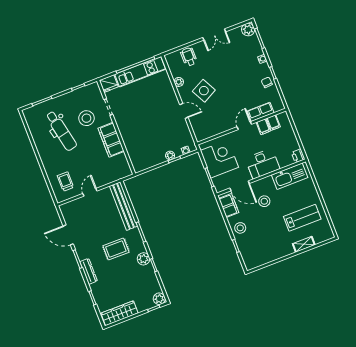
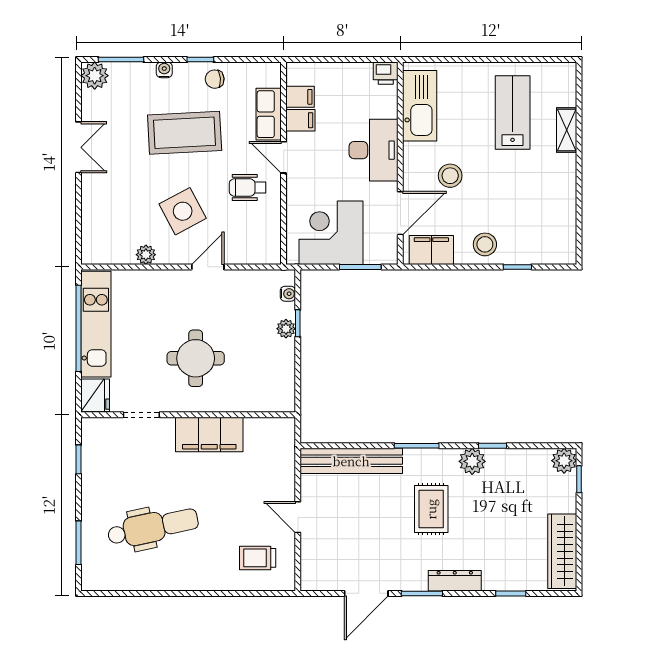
wheelchair: (189, 57) -> (248, 187), moved
coffee table: (238, 78) -> (185, 133), added
stool: (86, 118) -> (147, 467), removed
round table: (142, 121) -> (196, 358), added

